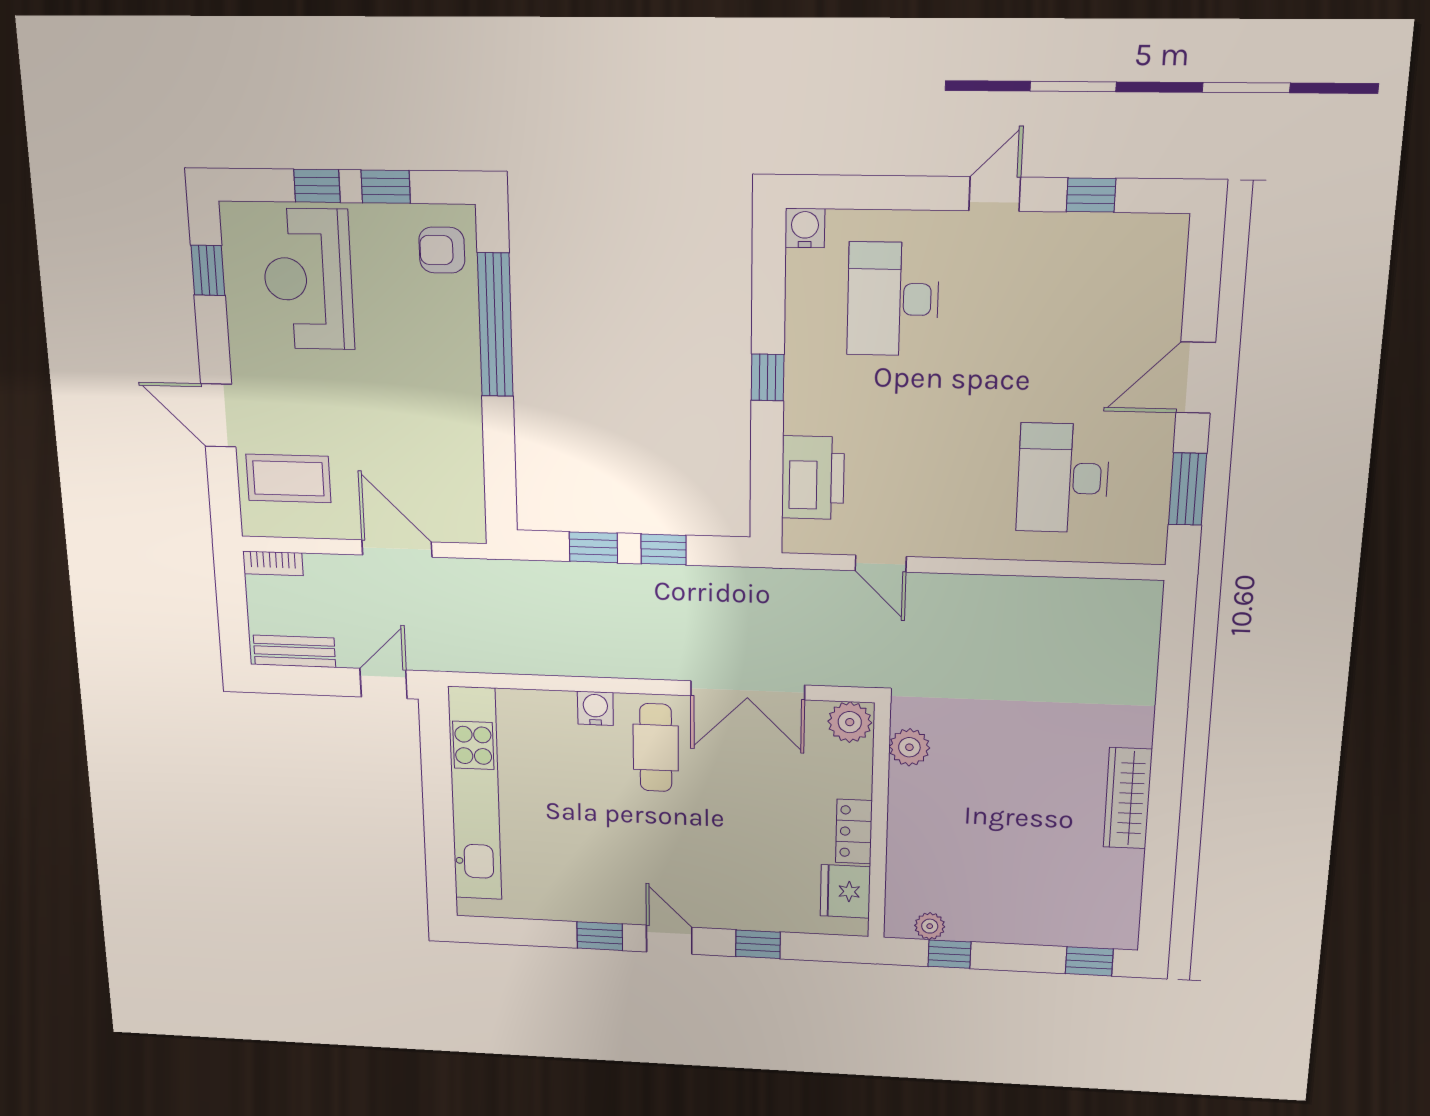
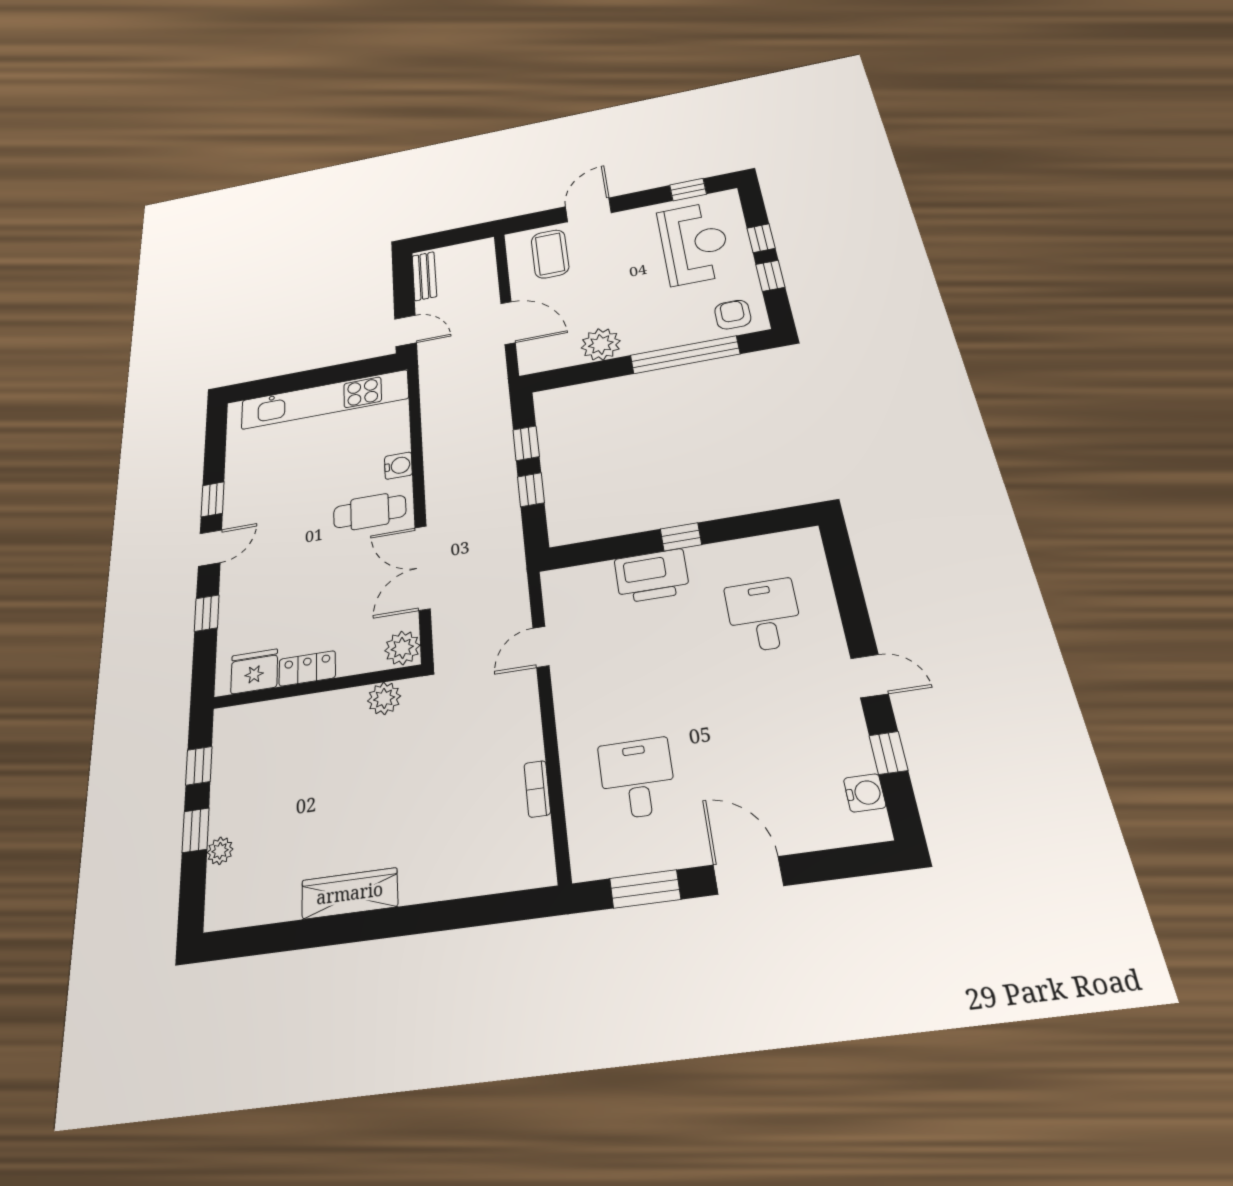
water cooler: (805, 228) -> (865, 793), moved
reception desk: (308, 279) -> (694, 243), turned 90
desk: (893, 299) -> (764, 615), width x0.73
plant: (457, 432) -> (601, 344), added
printer: (813, 478) -> (652, 576), moved
desk: (1063, 478) -> (637, 778), width x0.73
door: (397, 548) -> (508, 323), hinge flipped
bookcase: (273, 563) -> (537, 789), moved
plant: (930, 926) -> (220, 851), moved
window: (1089, 961) -> (196, 830), moved

